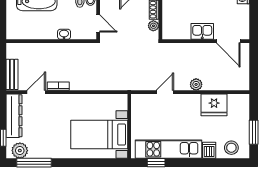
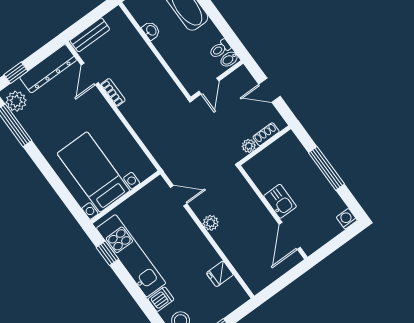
washbasin: (64, 34) -> (151, 31), moved
plant: (196, 84) -> (211, 223), moved
door: (36, 92) -> (90, 74), swing flipped
door: (165, 92) -> (179, 196), moved
fridge: (214, 105) -> (220, 274), width x0.53, depth x0.75

